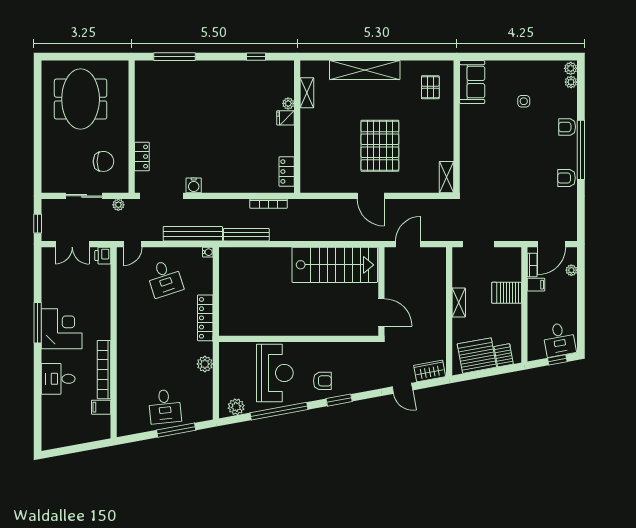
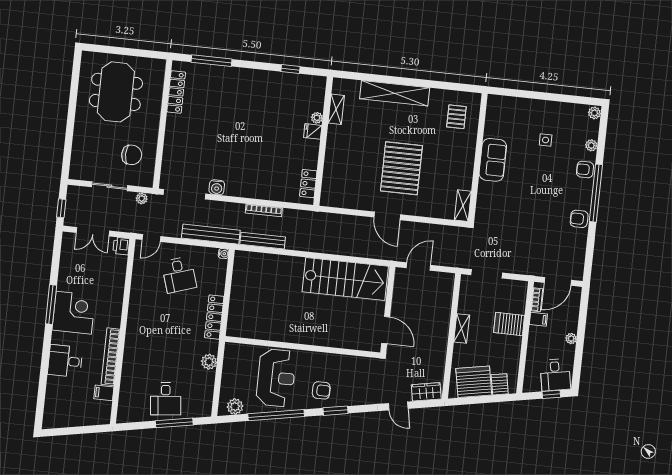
sofa: (472, 82) -> (493, 160), moved
plant: (571, 82) -> (591, 145), moved
locker: (142, 157) -> (176, 92), moved, width x1.53
bookcase: (269, 204) -> (264, 210), moved
plant: (571, 270) -> (571, 339), moved

